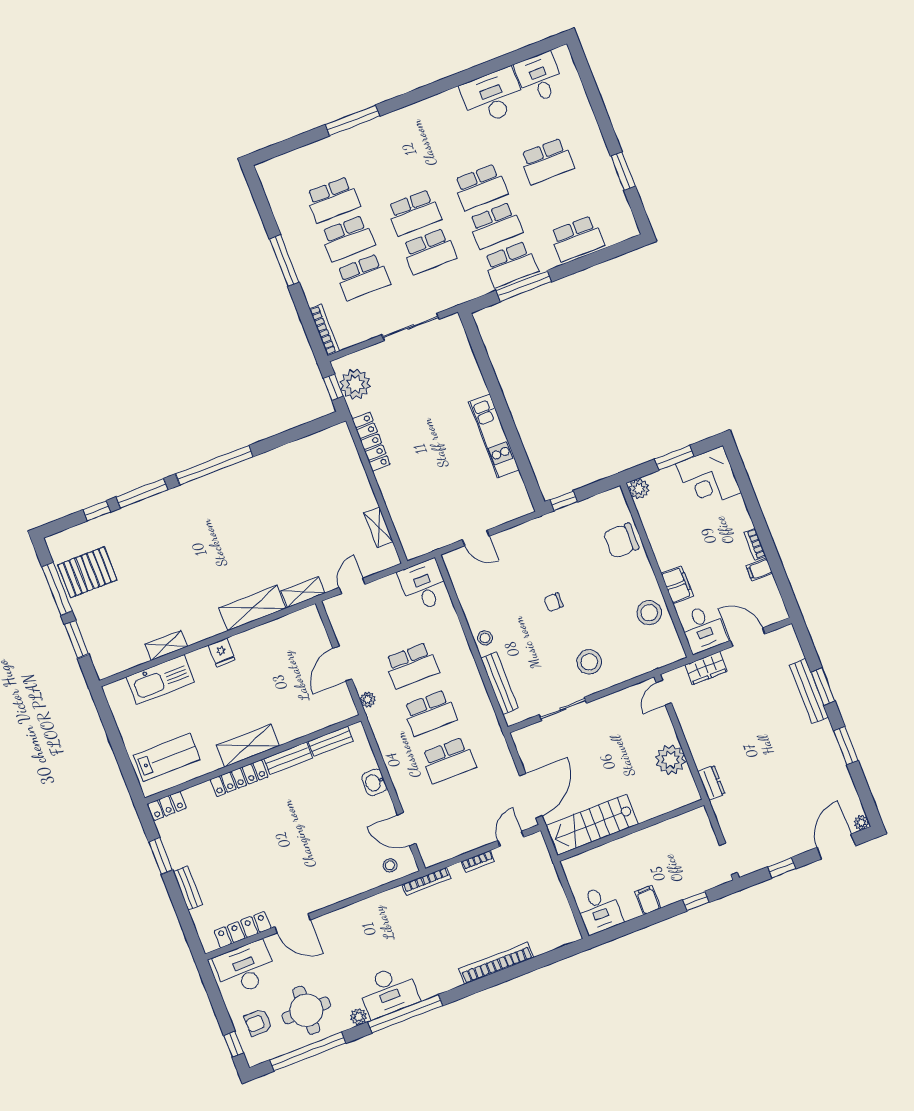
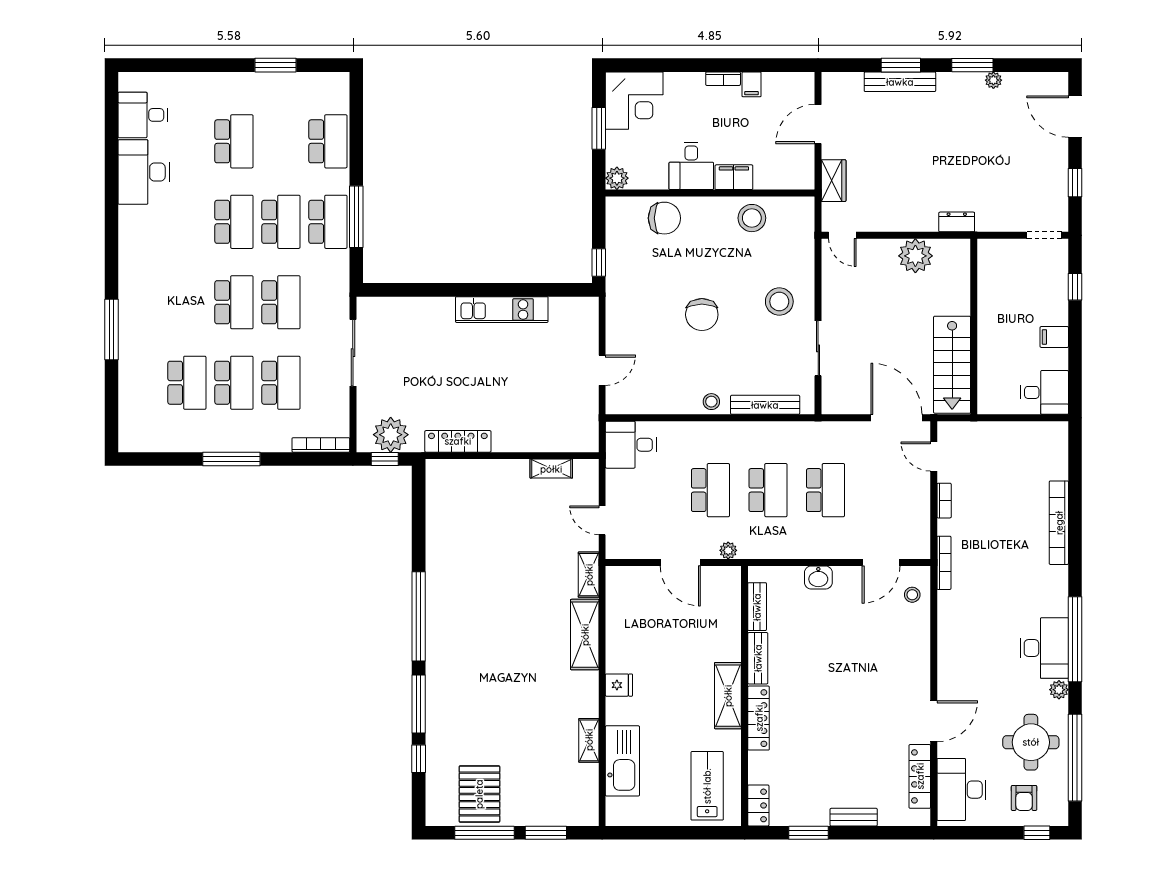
chair: (621, 541) -> (664, 218), turned -90
chair: (554, 602) -> (702, 315), width x1.87, depth x1.87
desk: (703, 629) -> (691, 166), moved, turned 90
plant: (861, 823) -> (993, 80), moved

